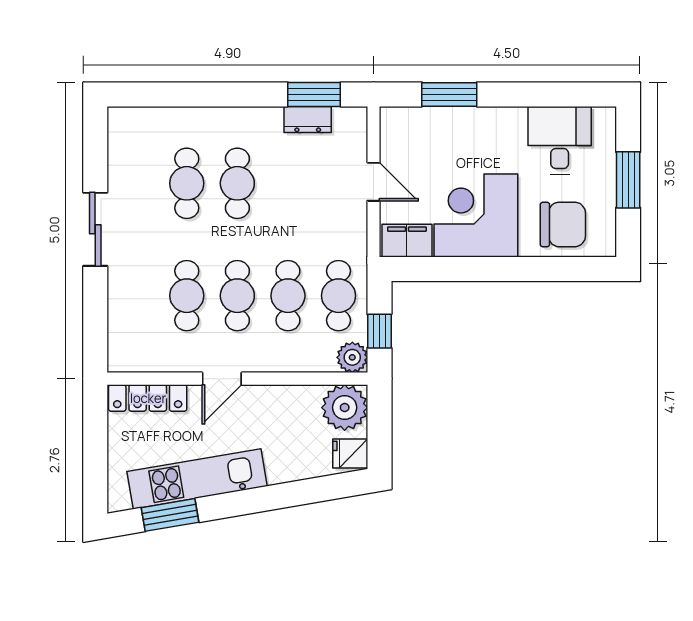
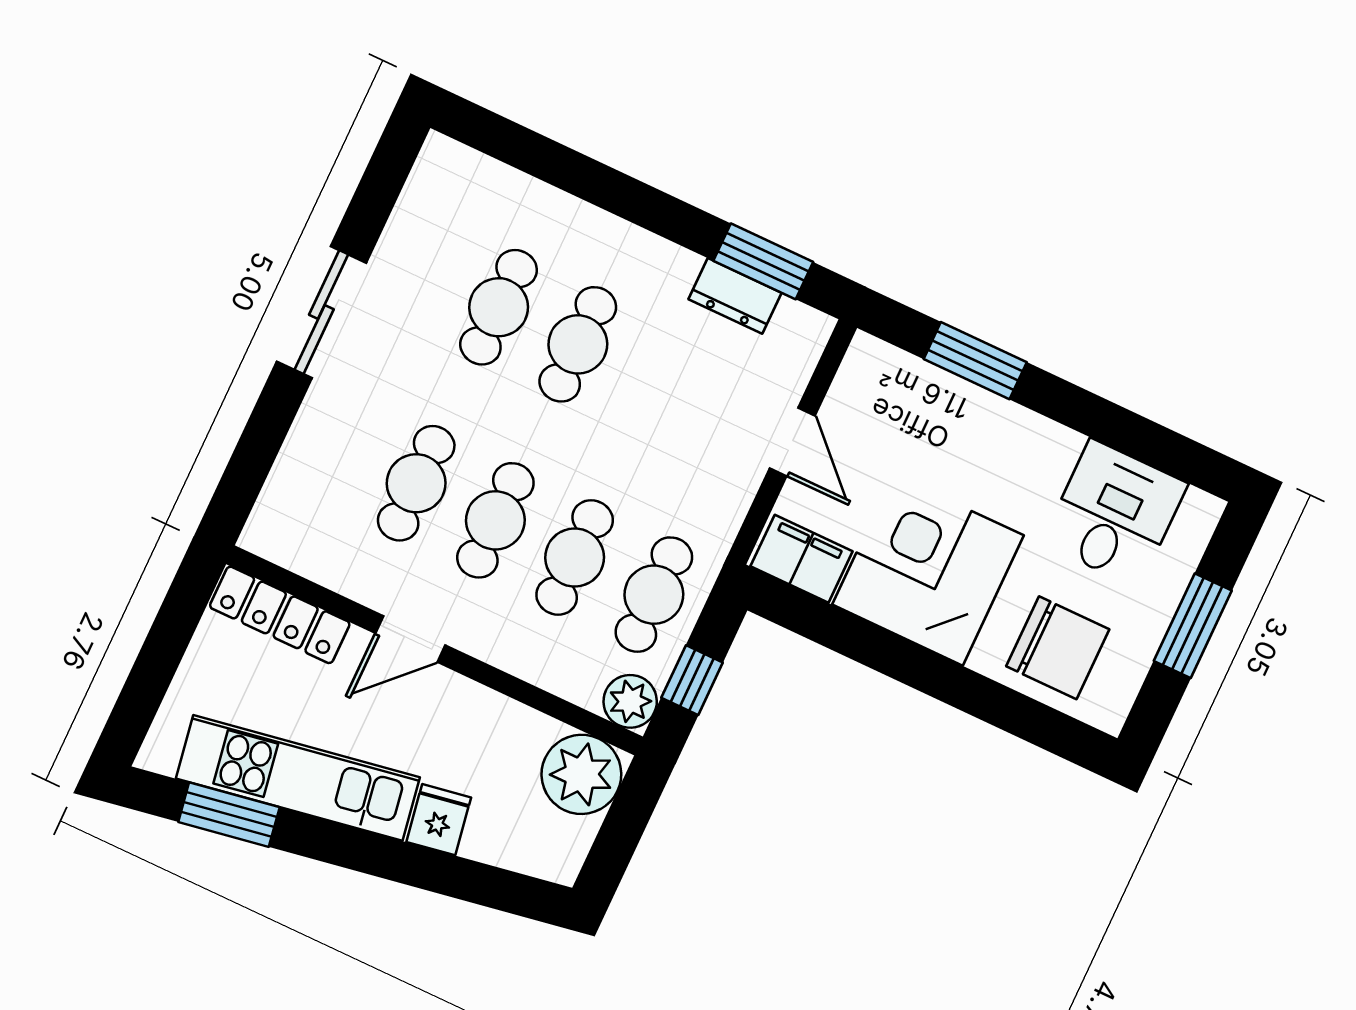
fridge: (350, 454) -> (439, 820), moved, turned 80

